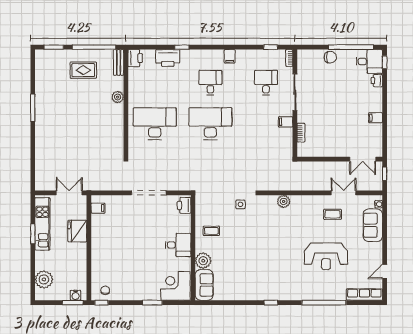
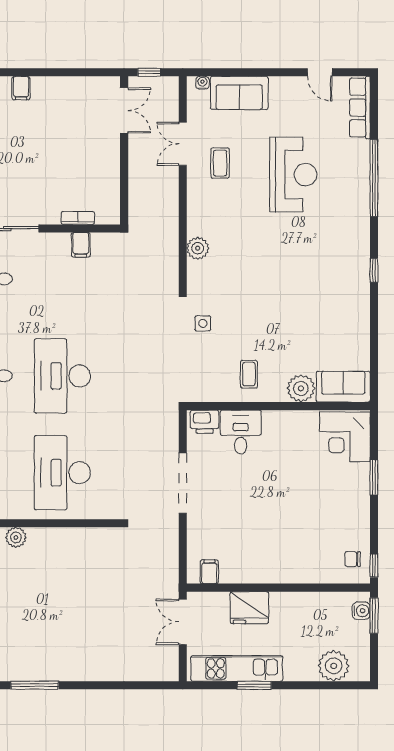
filing cabinet: (376, 118) -> (21, 88), moved
filing cabinet: (286, 122) -> (81, 245), moved
desk: (178, 245) -> (241, 432), moved

